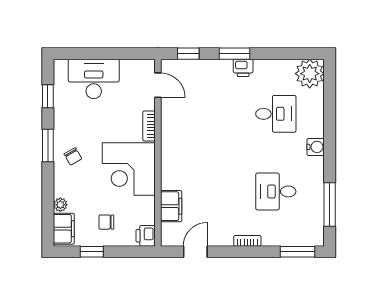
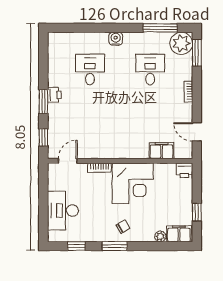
plant: (310, 74) -> (181, 43), moved
desk: (276, 191) -> (150, 70), turned 180
chair: (106, 222) -> (174, 201), removed

